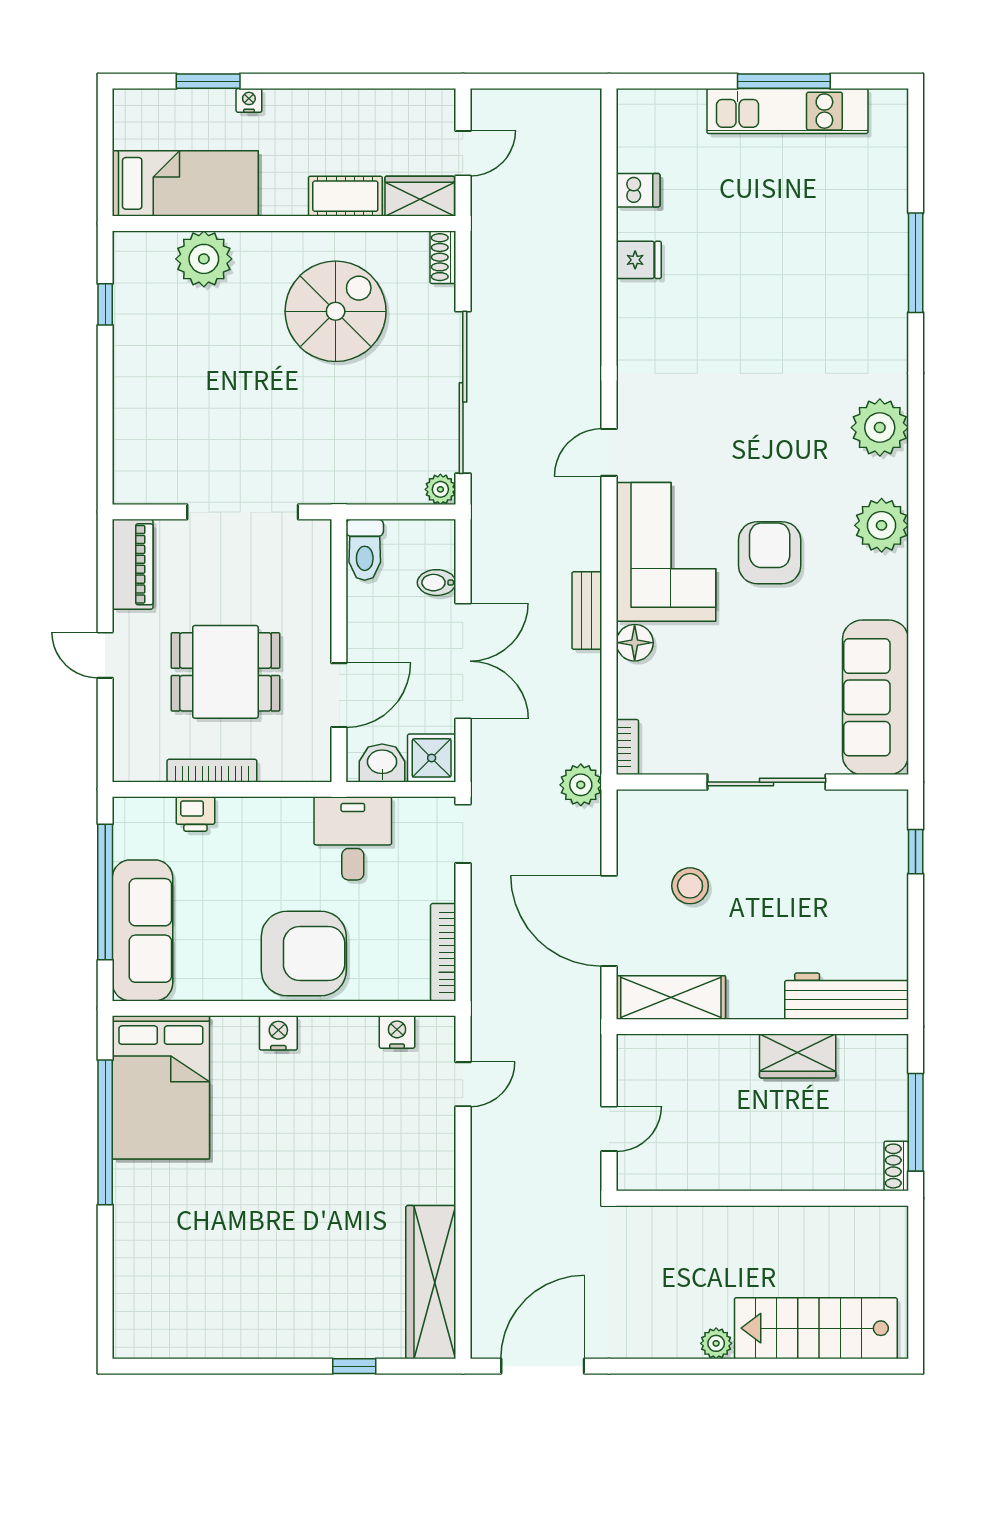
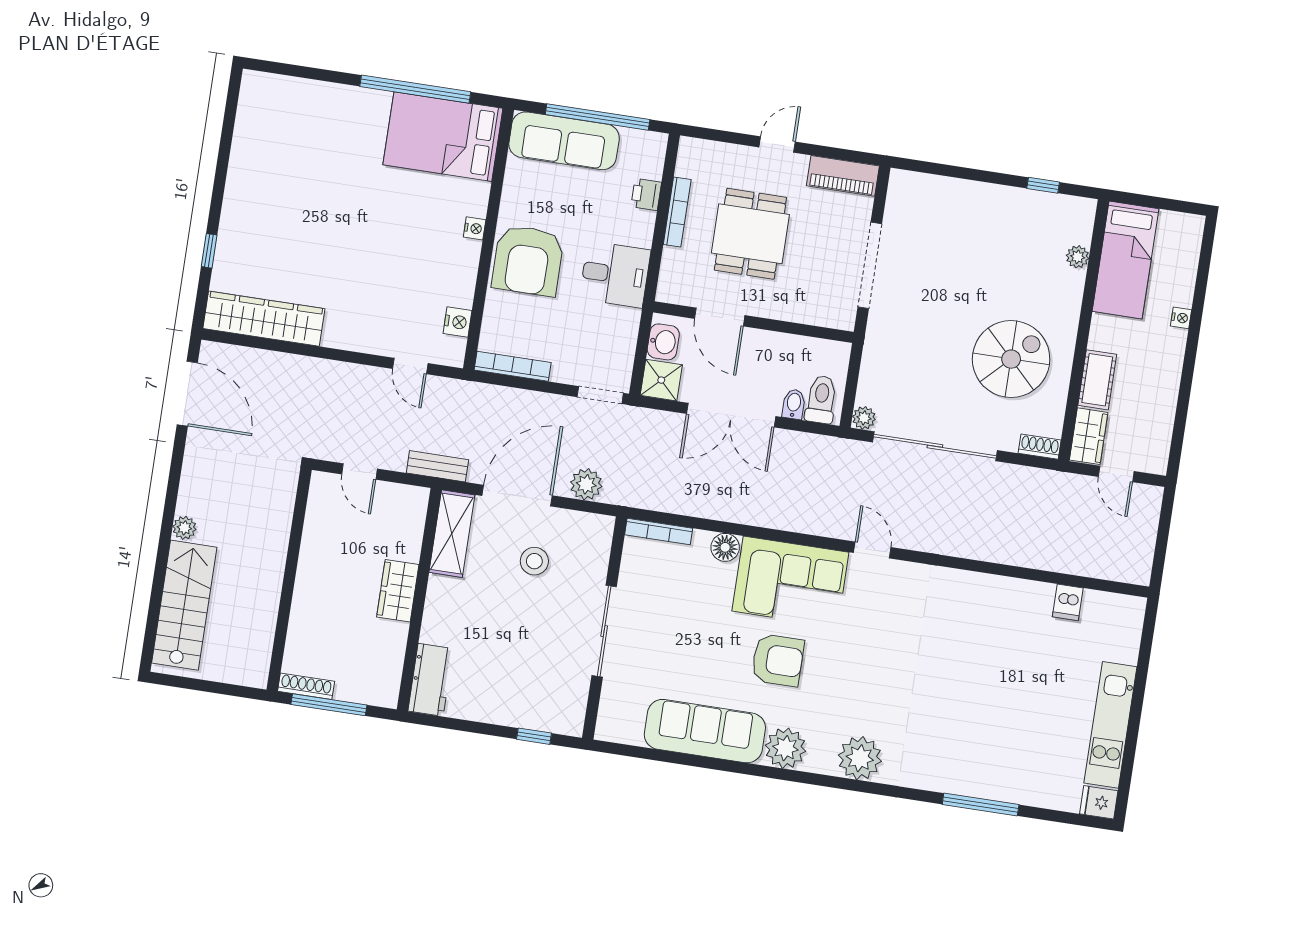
window: (208, 81) -> (1200, 289), removed
window: (784, 81) -> (1134, 726), removed
plant: (204, 259) -> (1078, 257), width x0.53, depth x0.53
fridge: (639, 260) -> (1099, 802), moved, turned 90
spiral stairs: (336, 311) -> (1011, 359), turned -90
toilet: (365, 550) -> (821, 399), moved, turned 90
bench: (587, 610) -> (437, 466), moved
sofa: (875, 697) -> (705, 731), moved
bookcase: (627, 747) -> (659, 532), width x1.56
plant: (581, 785) -> (586, 484), moved
desk: (353, 838) -> (615, 274), moved
workbench: (847, 996) -> (431, 680), width x0.73
nightstand: (278, 1033) -> (475, 228), width x0.72, depth x0.74
wardrobe: (798, 1056) -> (398, 591), moved
shoe rack: (896, 1166) -> (306, 686), width x1.43

